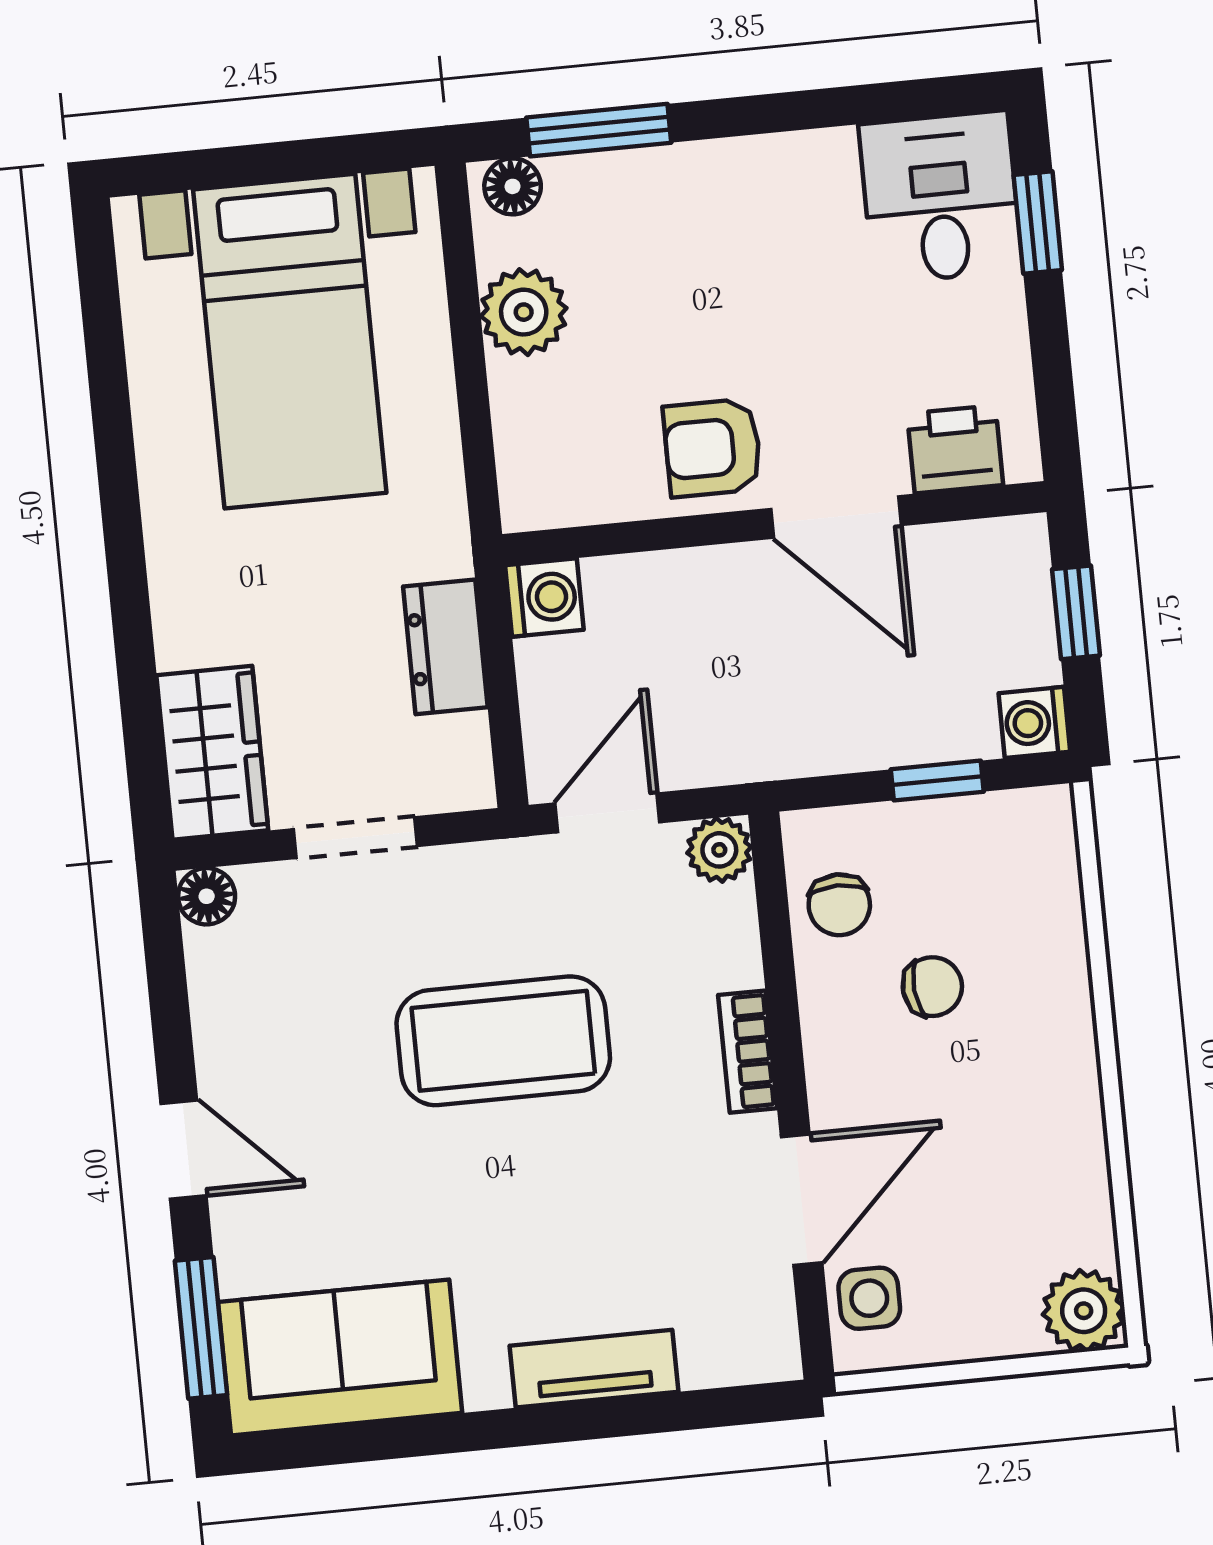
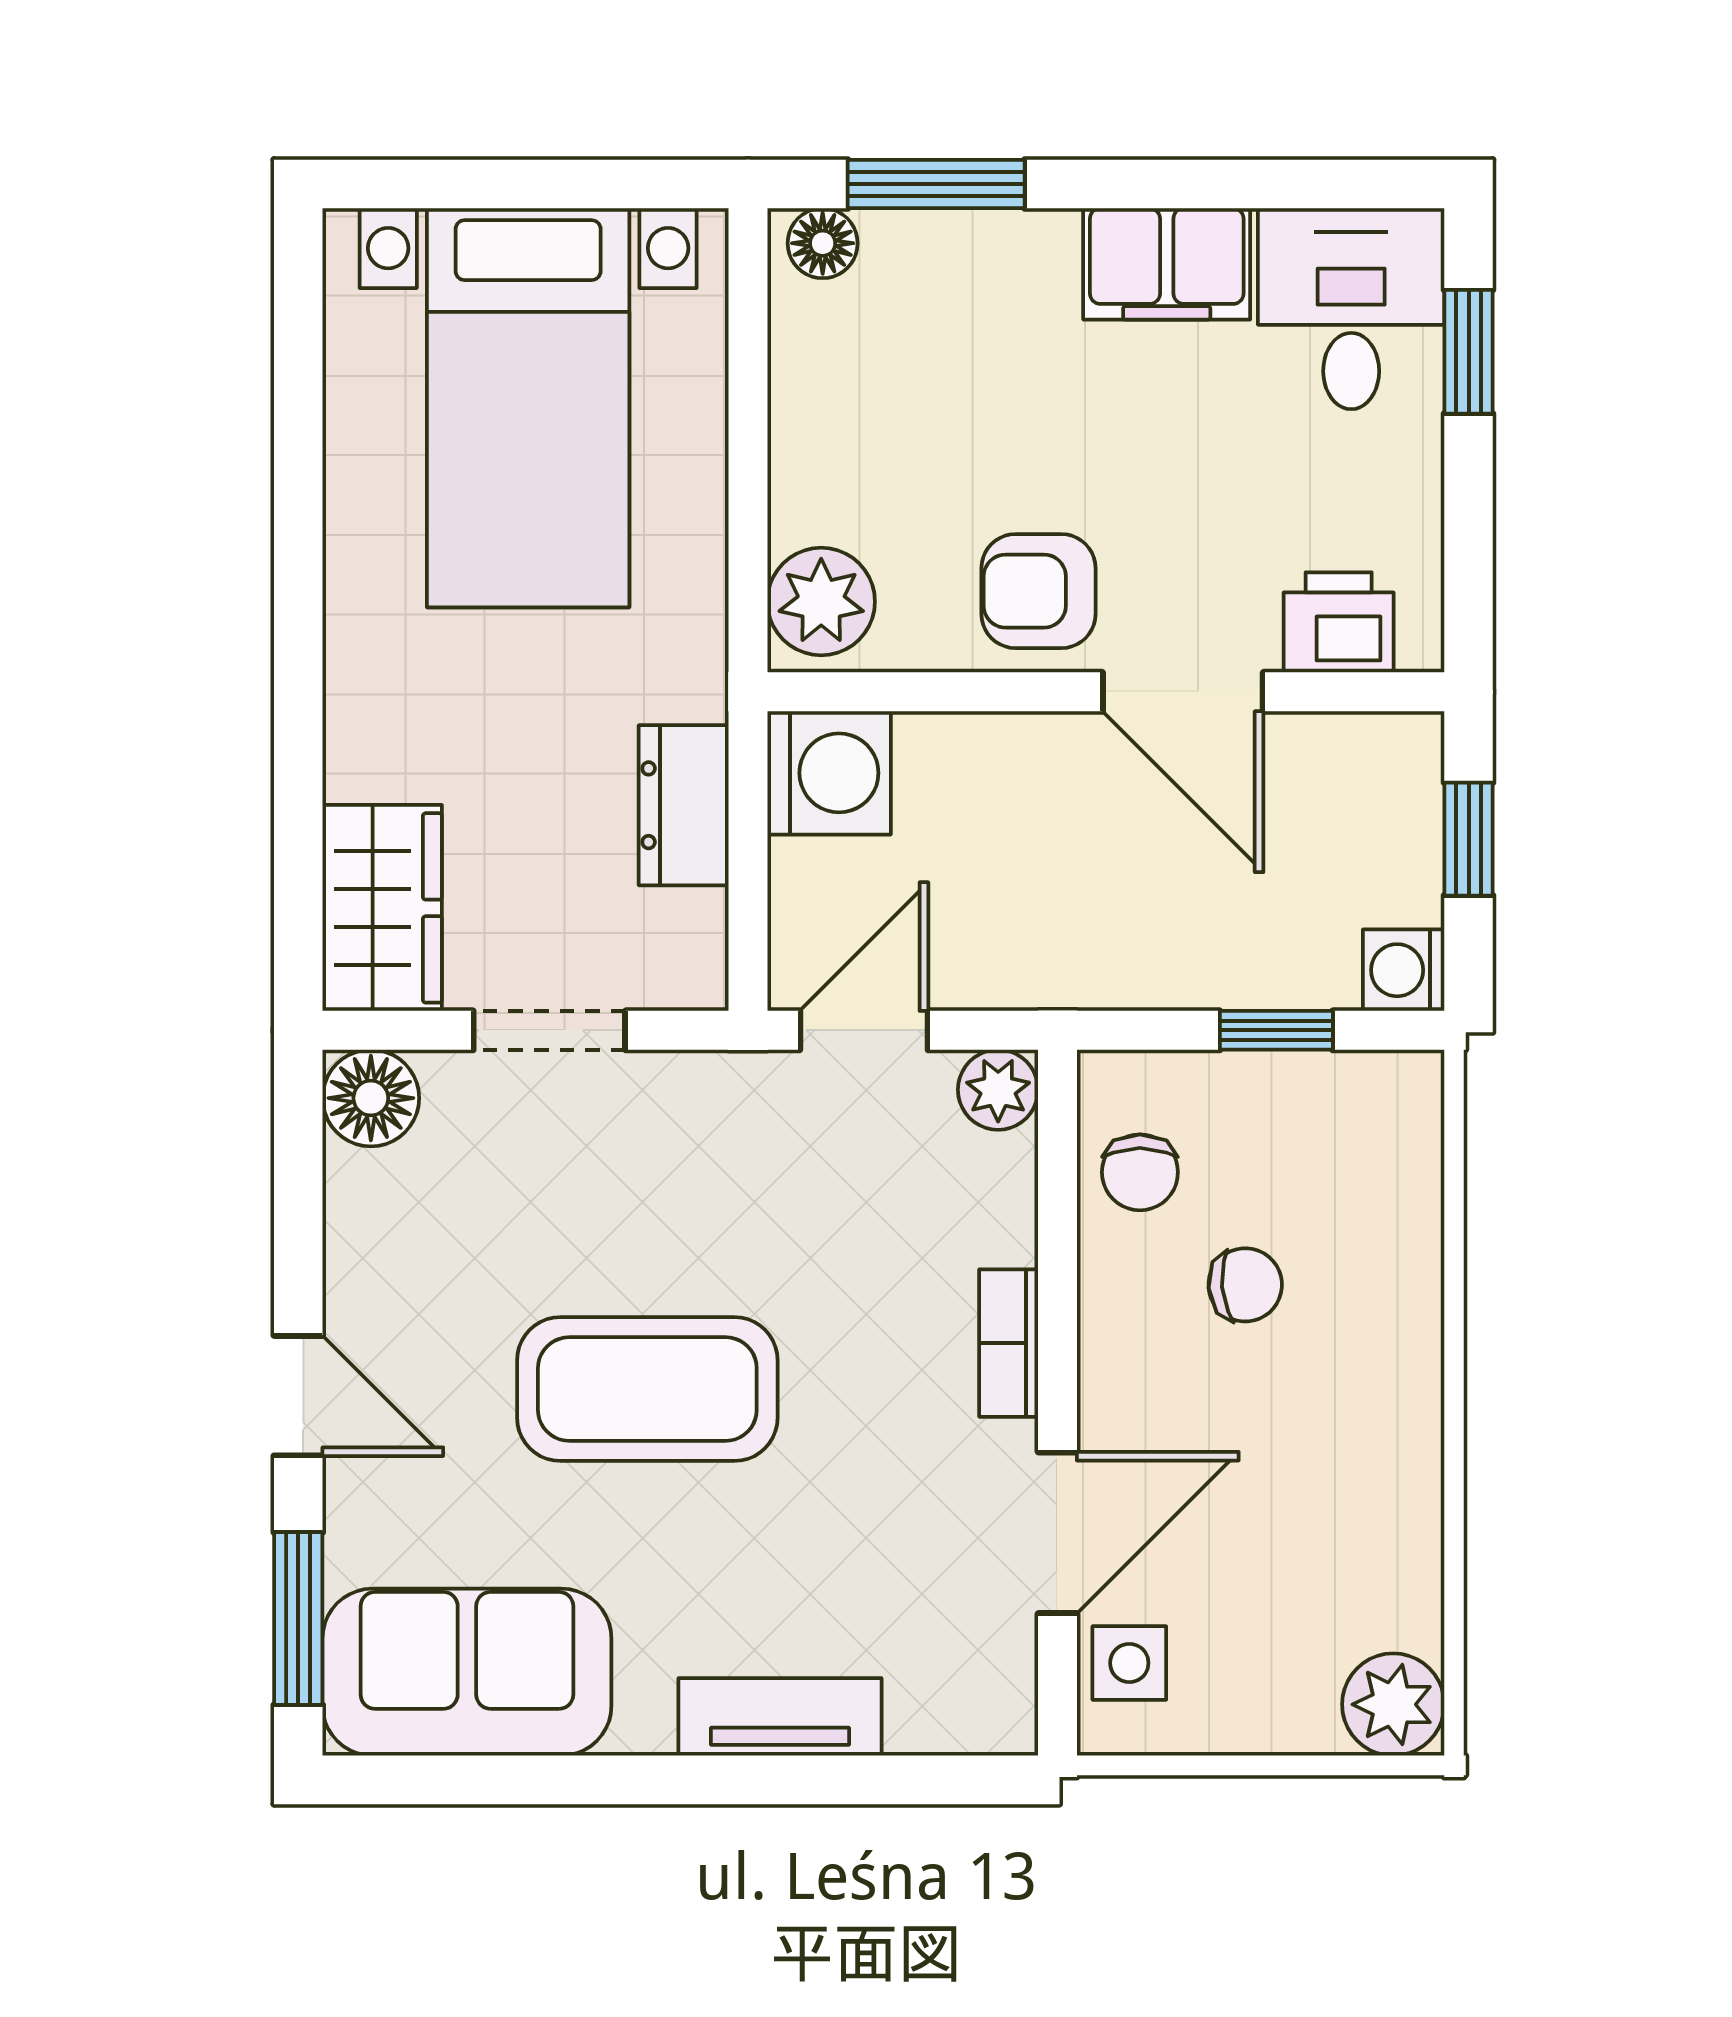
filing cabinet: (789, 176) -> (1167, 264), added
plant: (524, 312) -> (821, 602), moved
washing machine: (544, 597) -> (829, 773), width x1.38, depth x1.38
floor lamp: (207, 896) -> (371, 1098), width x1.37, depth x1.37
coffee table: (503, 1041) -> (647, 1389), moved

